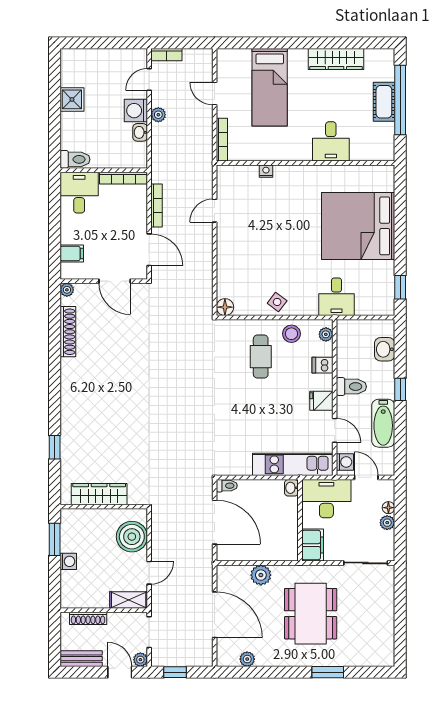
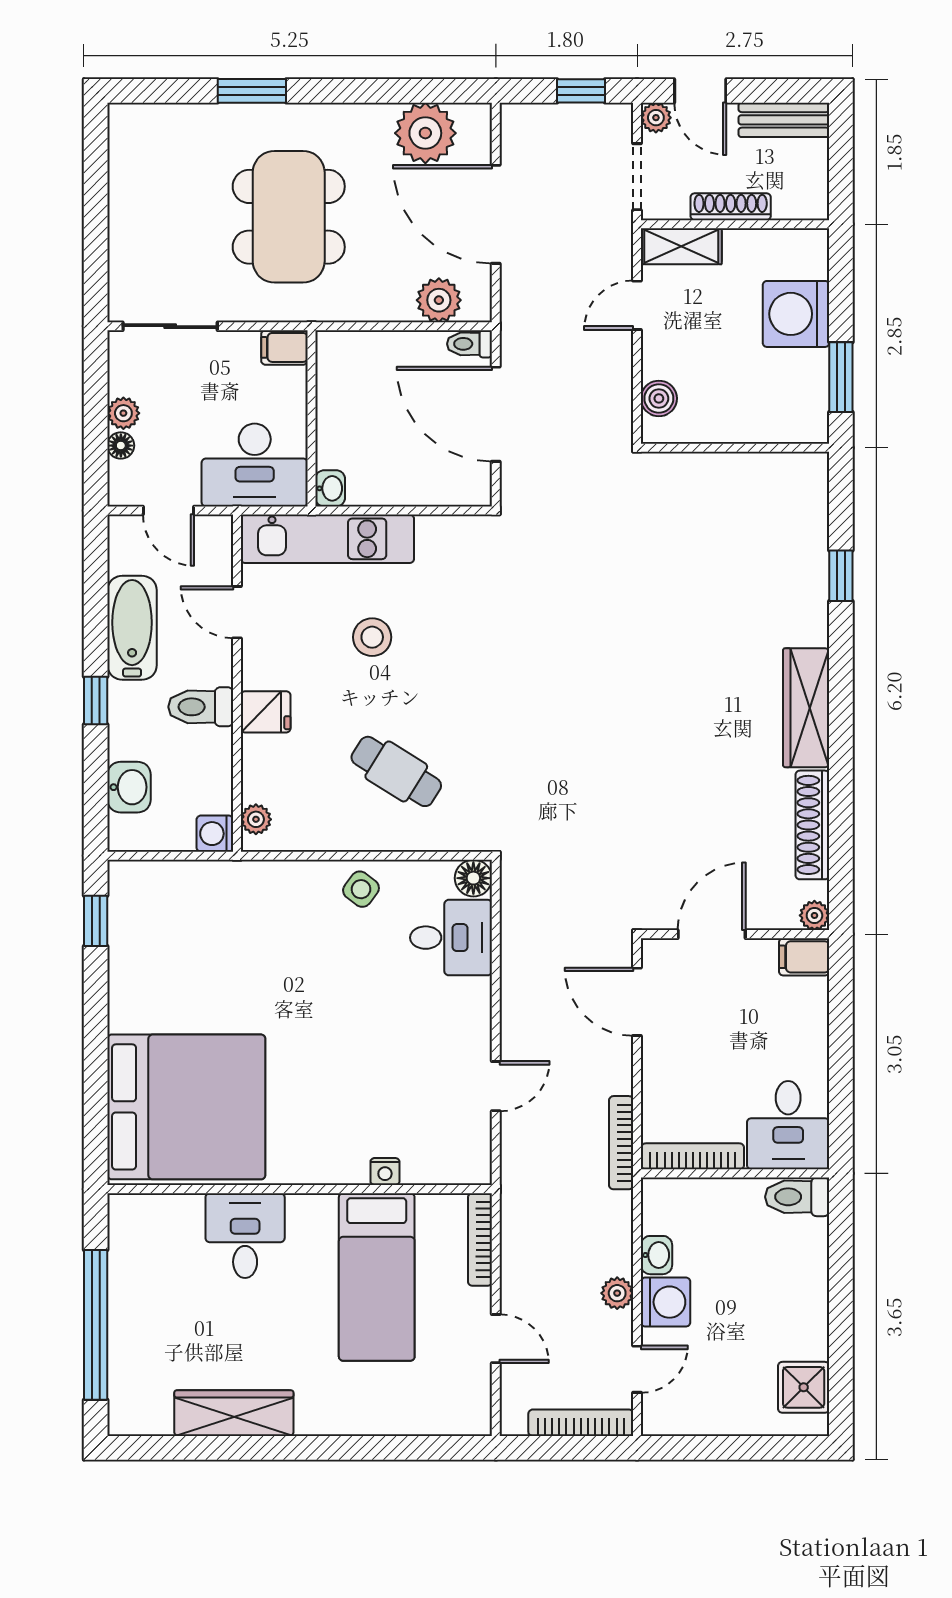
bookcase: (166, 55) -> (581, 1423), width x1.56
bed: (270, 87) -> (377, 1277), moved, turned 180
shower: (72, 99) -> (804, 1387), moved
cot: (384, 102) -> (131, 1321), removed
bookcase: (157, 205) -> (621, 1143), moved
bed: (358, 226) -> (186, 1107), moved
filing cabinet: (72, 253) -> (804, 957), moved
door: (115, 281) -> (712, 934), hinge flipped
desk: (336, 297) -> (451, 938), moved, turned 90
stool: (291, 334) -> (372, 637), moved
cafe table: (261, 357) -> (396, 771), turned -58
dishwasher: (322, 365) -> (263, 753), removed
fridge: (321, 401) -> (266, 712), moved
washing machine: (345, 462) -> (215, 834), moved
toilet: (227, 486) -> (469, 344), moved
wardrobe: (99, 494) -> (806, 708), moved, turned 90
boiler: (132, 537) -> (659, 398), width x0.54, depth x0.54
filing cabinet: (313, 545) -> (284, 347), width x0.50
washing machine: (68, 561) -> (796, 314), width x1.89, depth x1.89
plant: (261, 575) -> (439, 300), moved
shoe rack: (88, 618) -> (731, 207), moved
plant: (247, 659) -> (425, 133), width x1.87, depth x1.87

